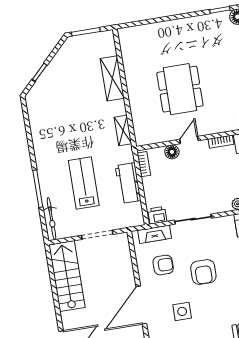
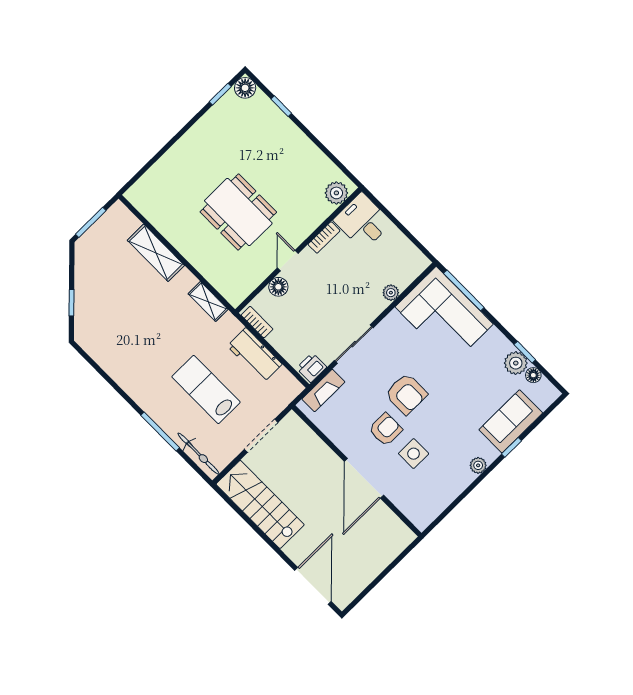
armchair: (163, 265) -> (386, 429), moved

